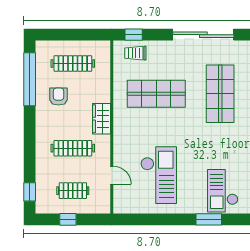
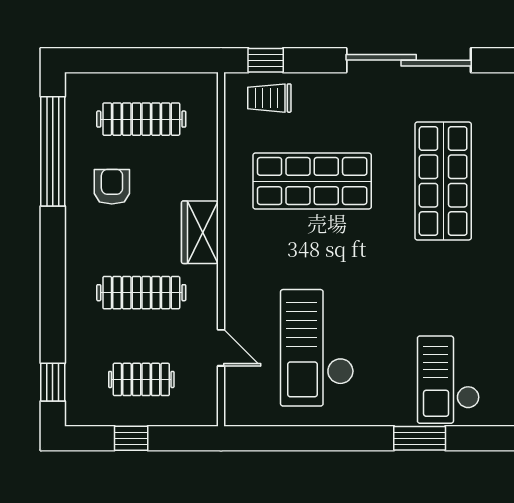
checkout: (159, 175) -> (317, 348), turned 180

